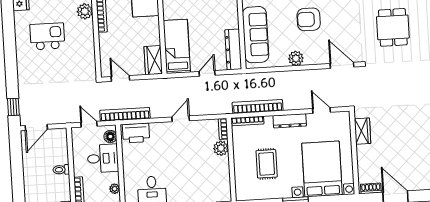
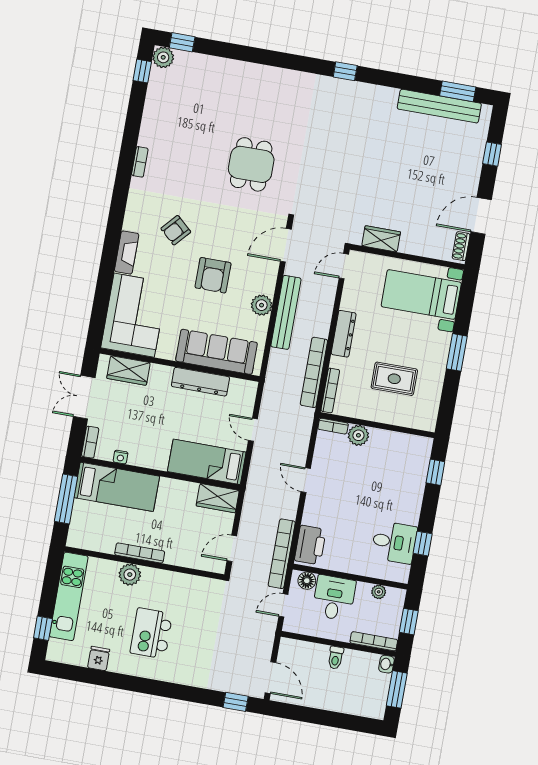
dining table: (393, 27) -> (251, 164), turned 90
dresser: (233, 49) -> (200, 382), moved
bench: (295, 77) -> (286, 312), added
door: (321, 110) -> (344, 266), moved
bed with nightstands: (322, 169) -> (421, 294), width x0.73

